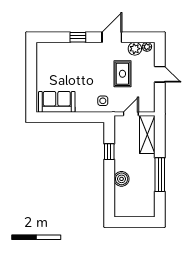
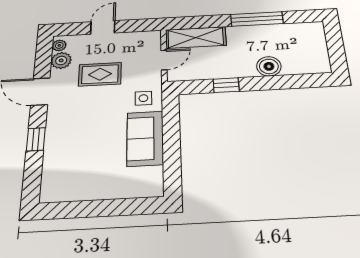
sofa: (57, 102) -> (145, 138), moved
door: (131, 114) -> (164, 60), swing flipped

